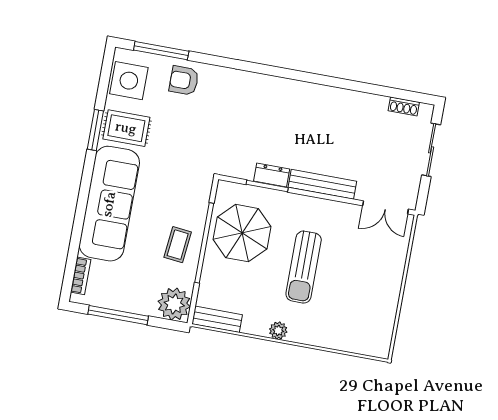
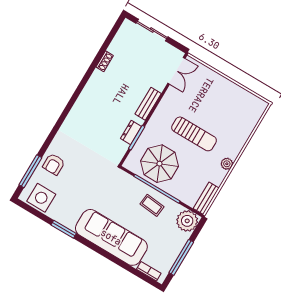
shoe rack: (404, 106) -> (105, 61), moved
rug: (126, 128) -> (70, 210), removed
bench: (322, 184) -> (148, 104), width x0.73

